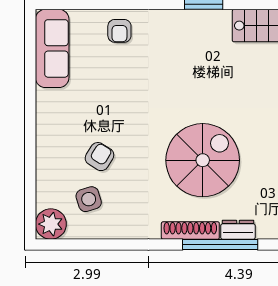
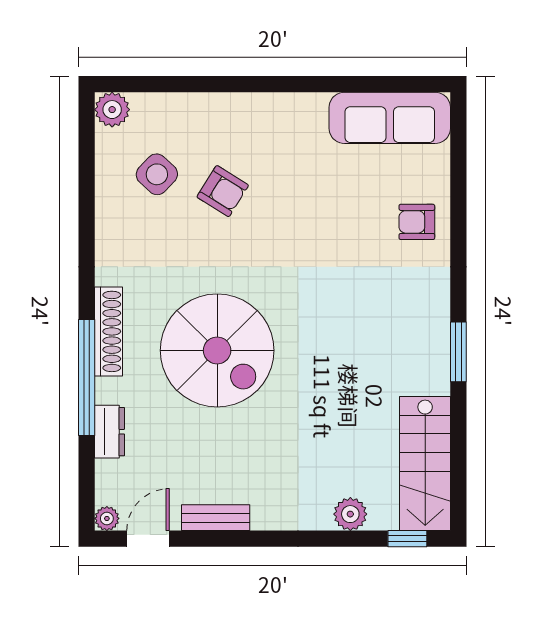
side table: (89, 199) -> (157, 174), turned -30
plant: (51, 224) -> (112, 110), width x0.73, depth x0.73
dresser: (238, 230) -> (110, 432), moved

